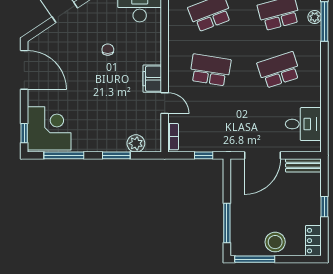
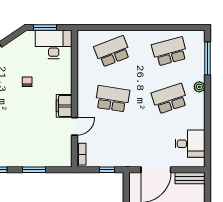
plant: (315, 17) -> (199, 87), moved
door: (165, 103) -> (74, 126), hinge flipped
plant: (136, 143) -> (50, 160), removed

